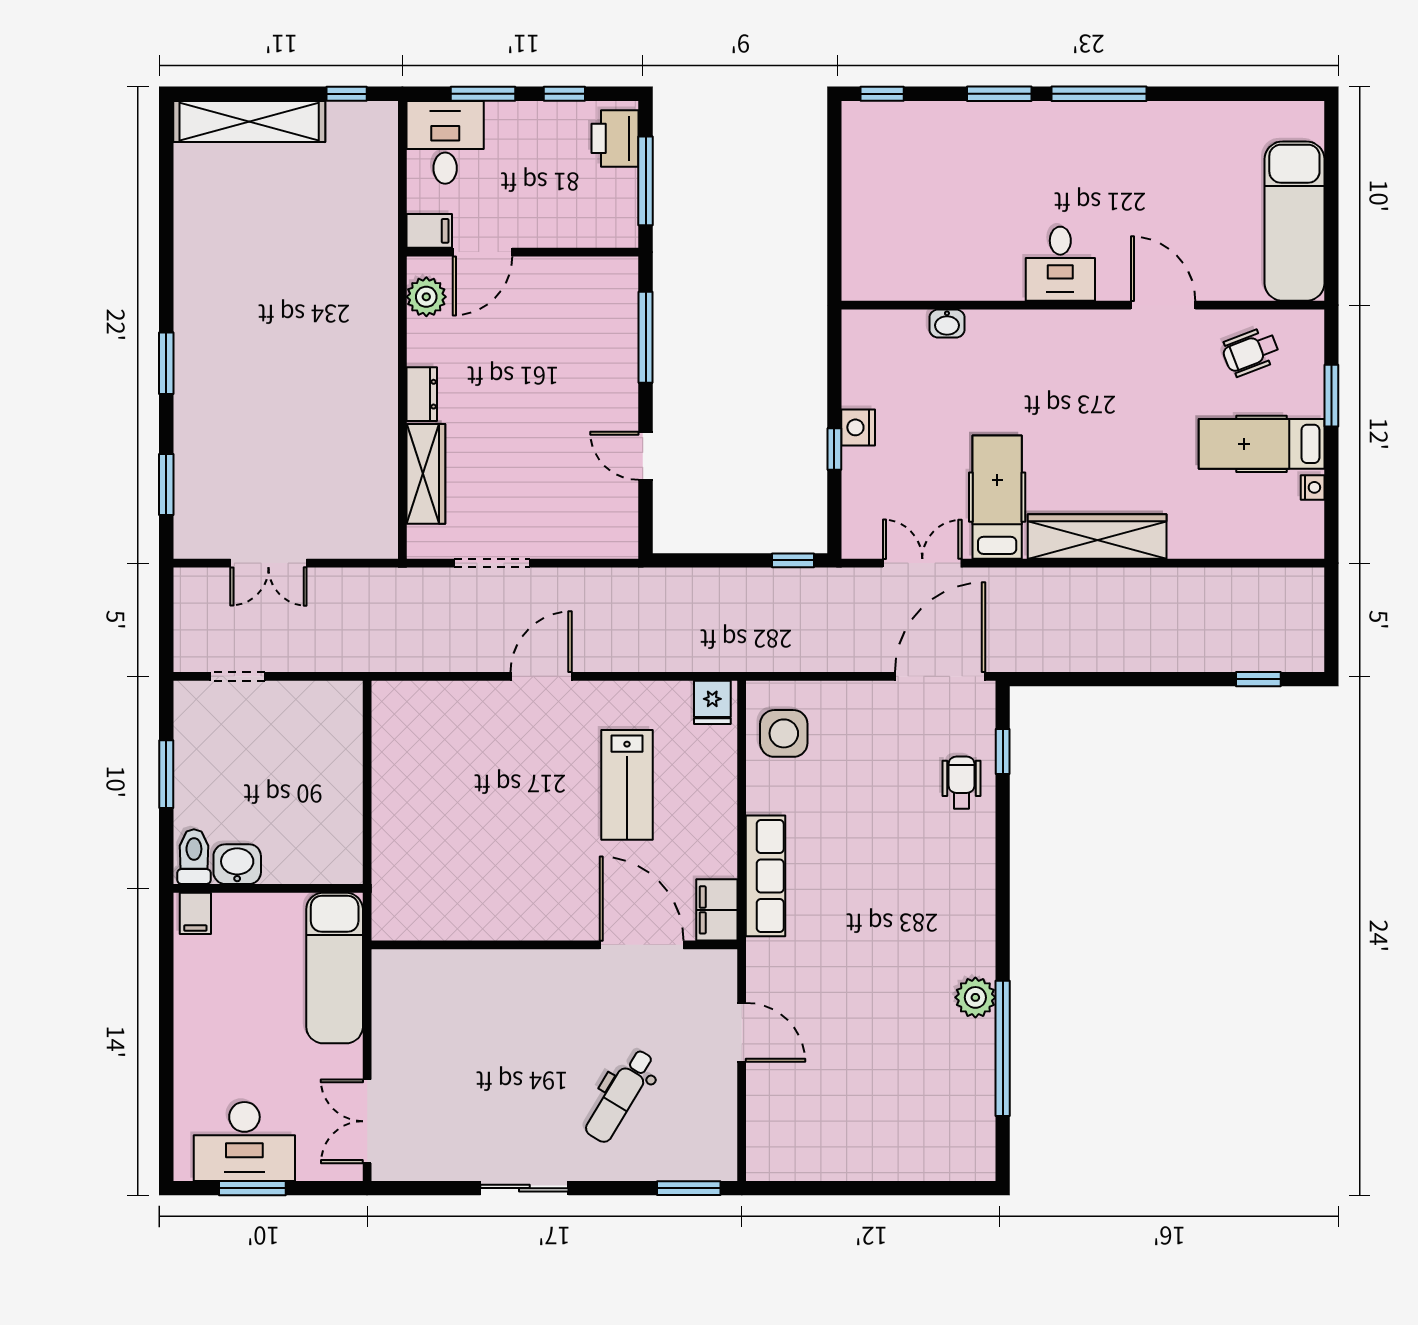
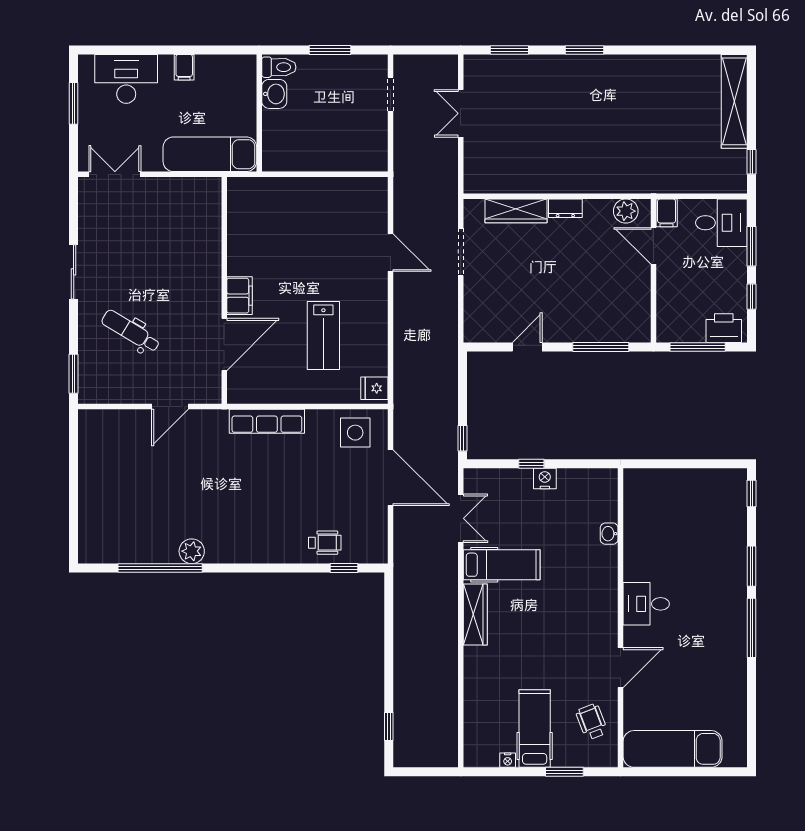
wardrobe: (1097, 537) -> (475, 614), width x0.71, depth x0.85
door: (541, 676) -> (391, 253), moved
door: (940, 676) -> (391, 478), moved
lab bench: (627, 785) -> (323, 335), turned -90
filing cabinet: (717, 910) -> (239, 296), moved, turned 90
filing cabinet: (195, 913) -> (184, 67), moved, turned -90
desk: (244, 1141) -> (126, 79), moved, turned 90

